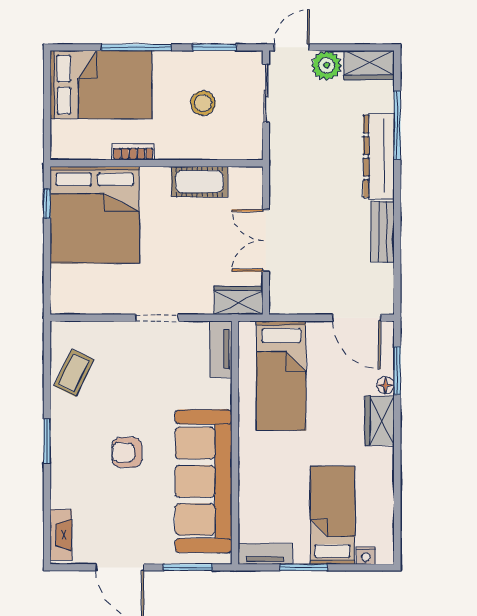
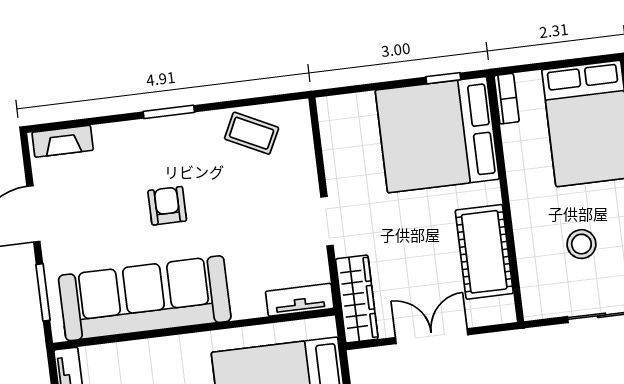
bookcase: (133, 152) -> (507, 99), moved
cot: (199, 182) -> (484, 252), width x1.37, depth x1.34
wardrobe: (239, 300) -> (357, 299), width x1.50

